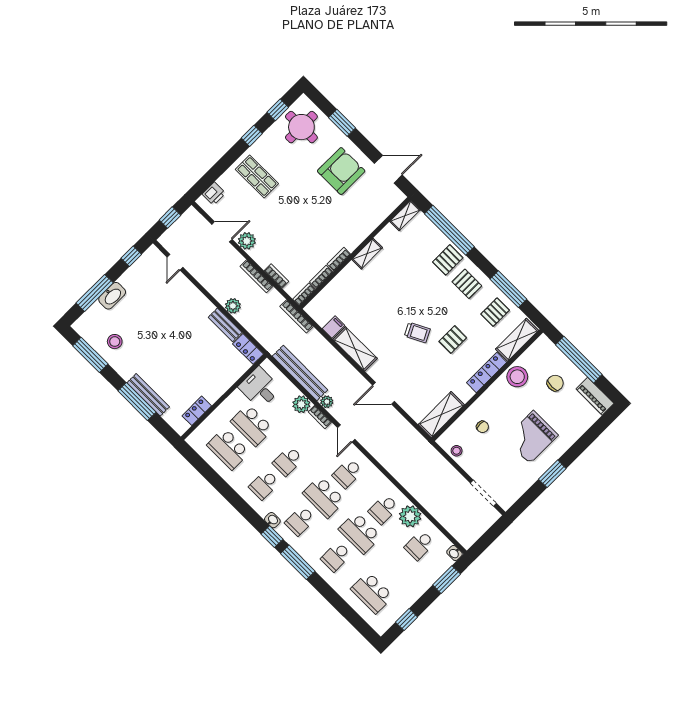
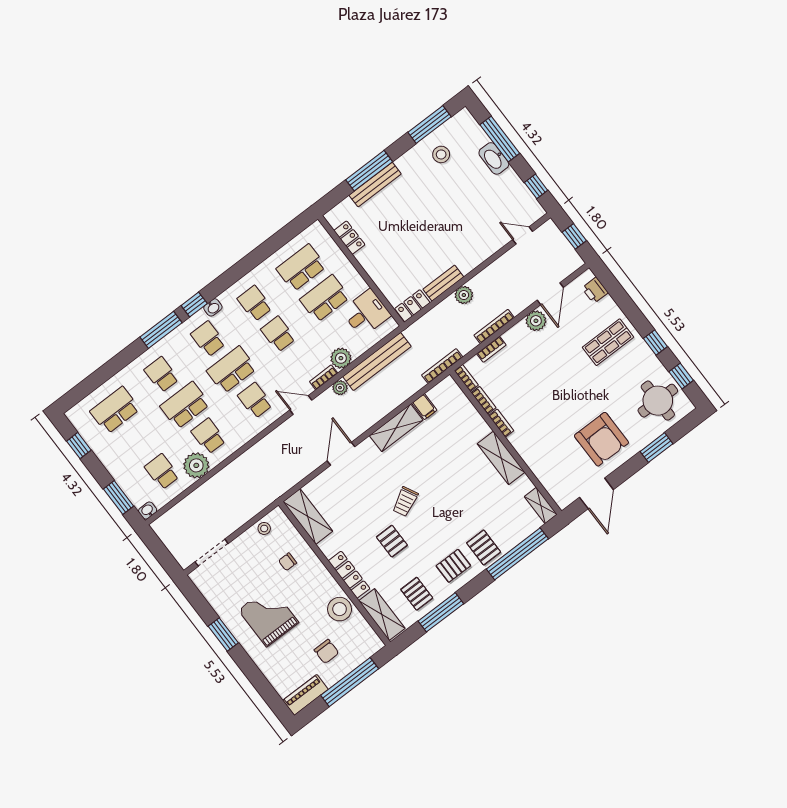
shelving: (367, 254) -> (501, 458), width x1.50, depth x1.33

